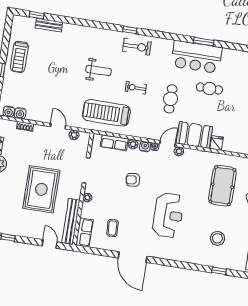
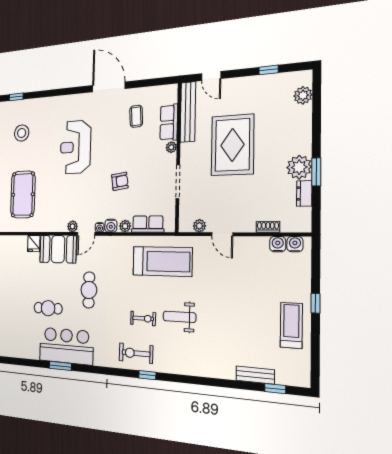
exercise bike: (136, 88) -> (143, 318), moved
row of seats: (84, 232) -> (169, 122), moved

